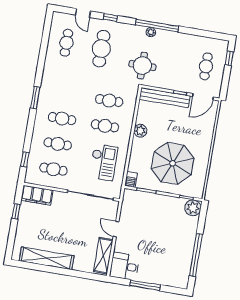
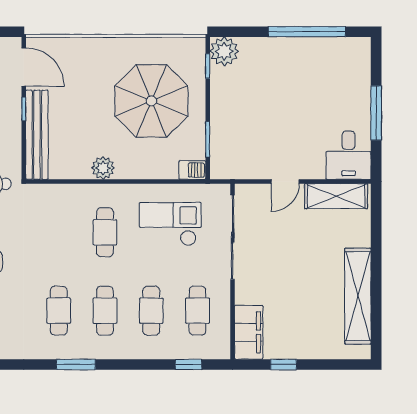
cafe table: (109, 101) -> (59, 311), moved

